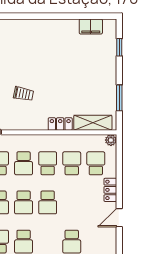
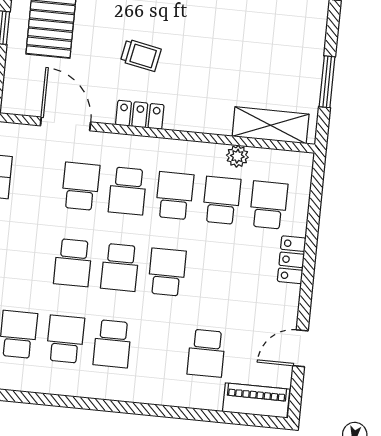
locker: (60, 124) -> (140, 115), moved
plant: (111, 140) -> (237, 156), moved
school desk: (48, 202) -> (167, 272), turned 180
door: (119, 218) -> (300, 348), moved

